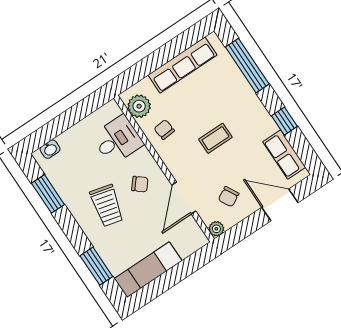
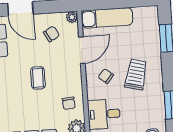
coffee table: (215, 138) -> (38, 78), turned 90
exam couch: (148, 270) -> (107, 18), moved

